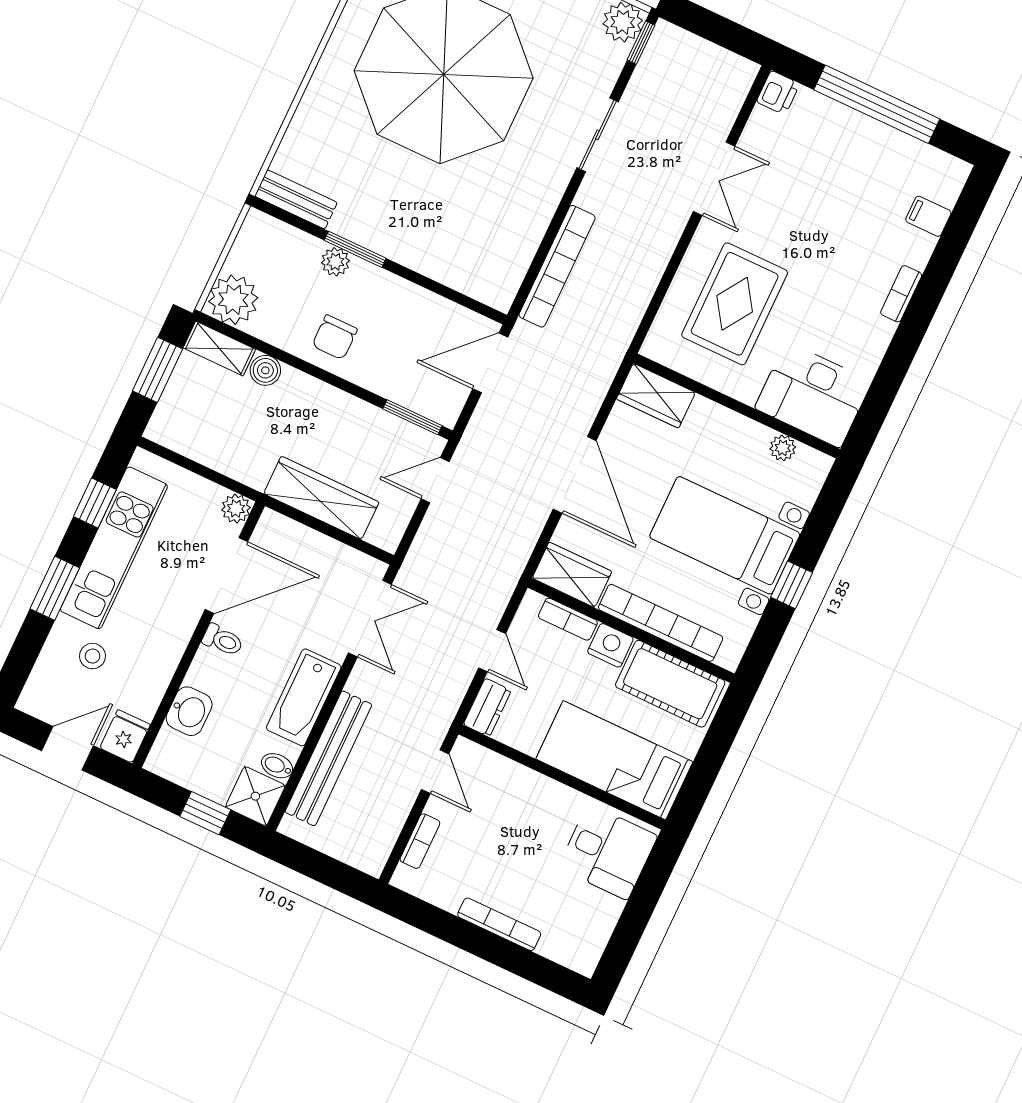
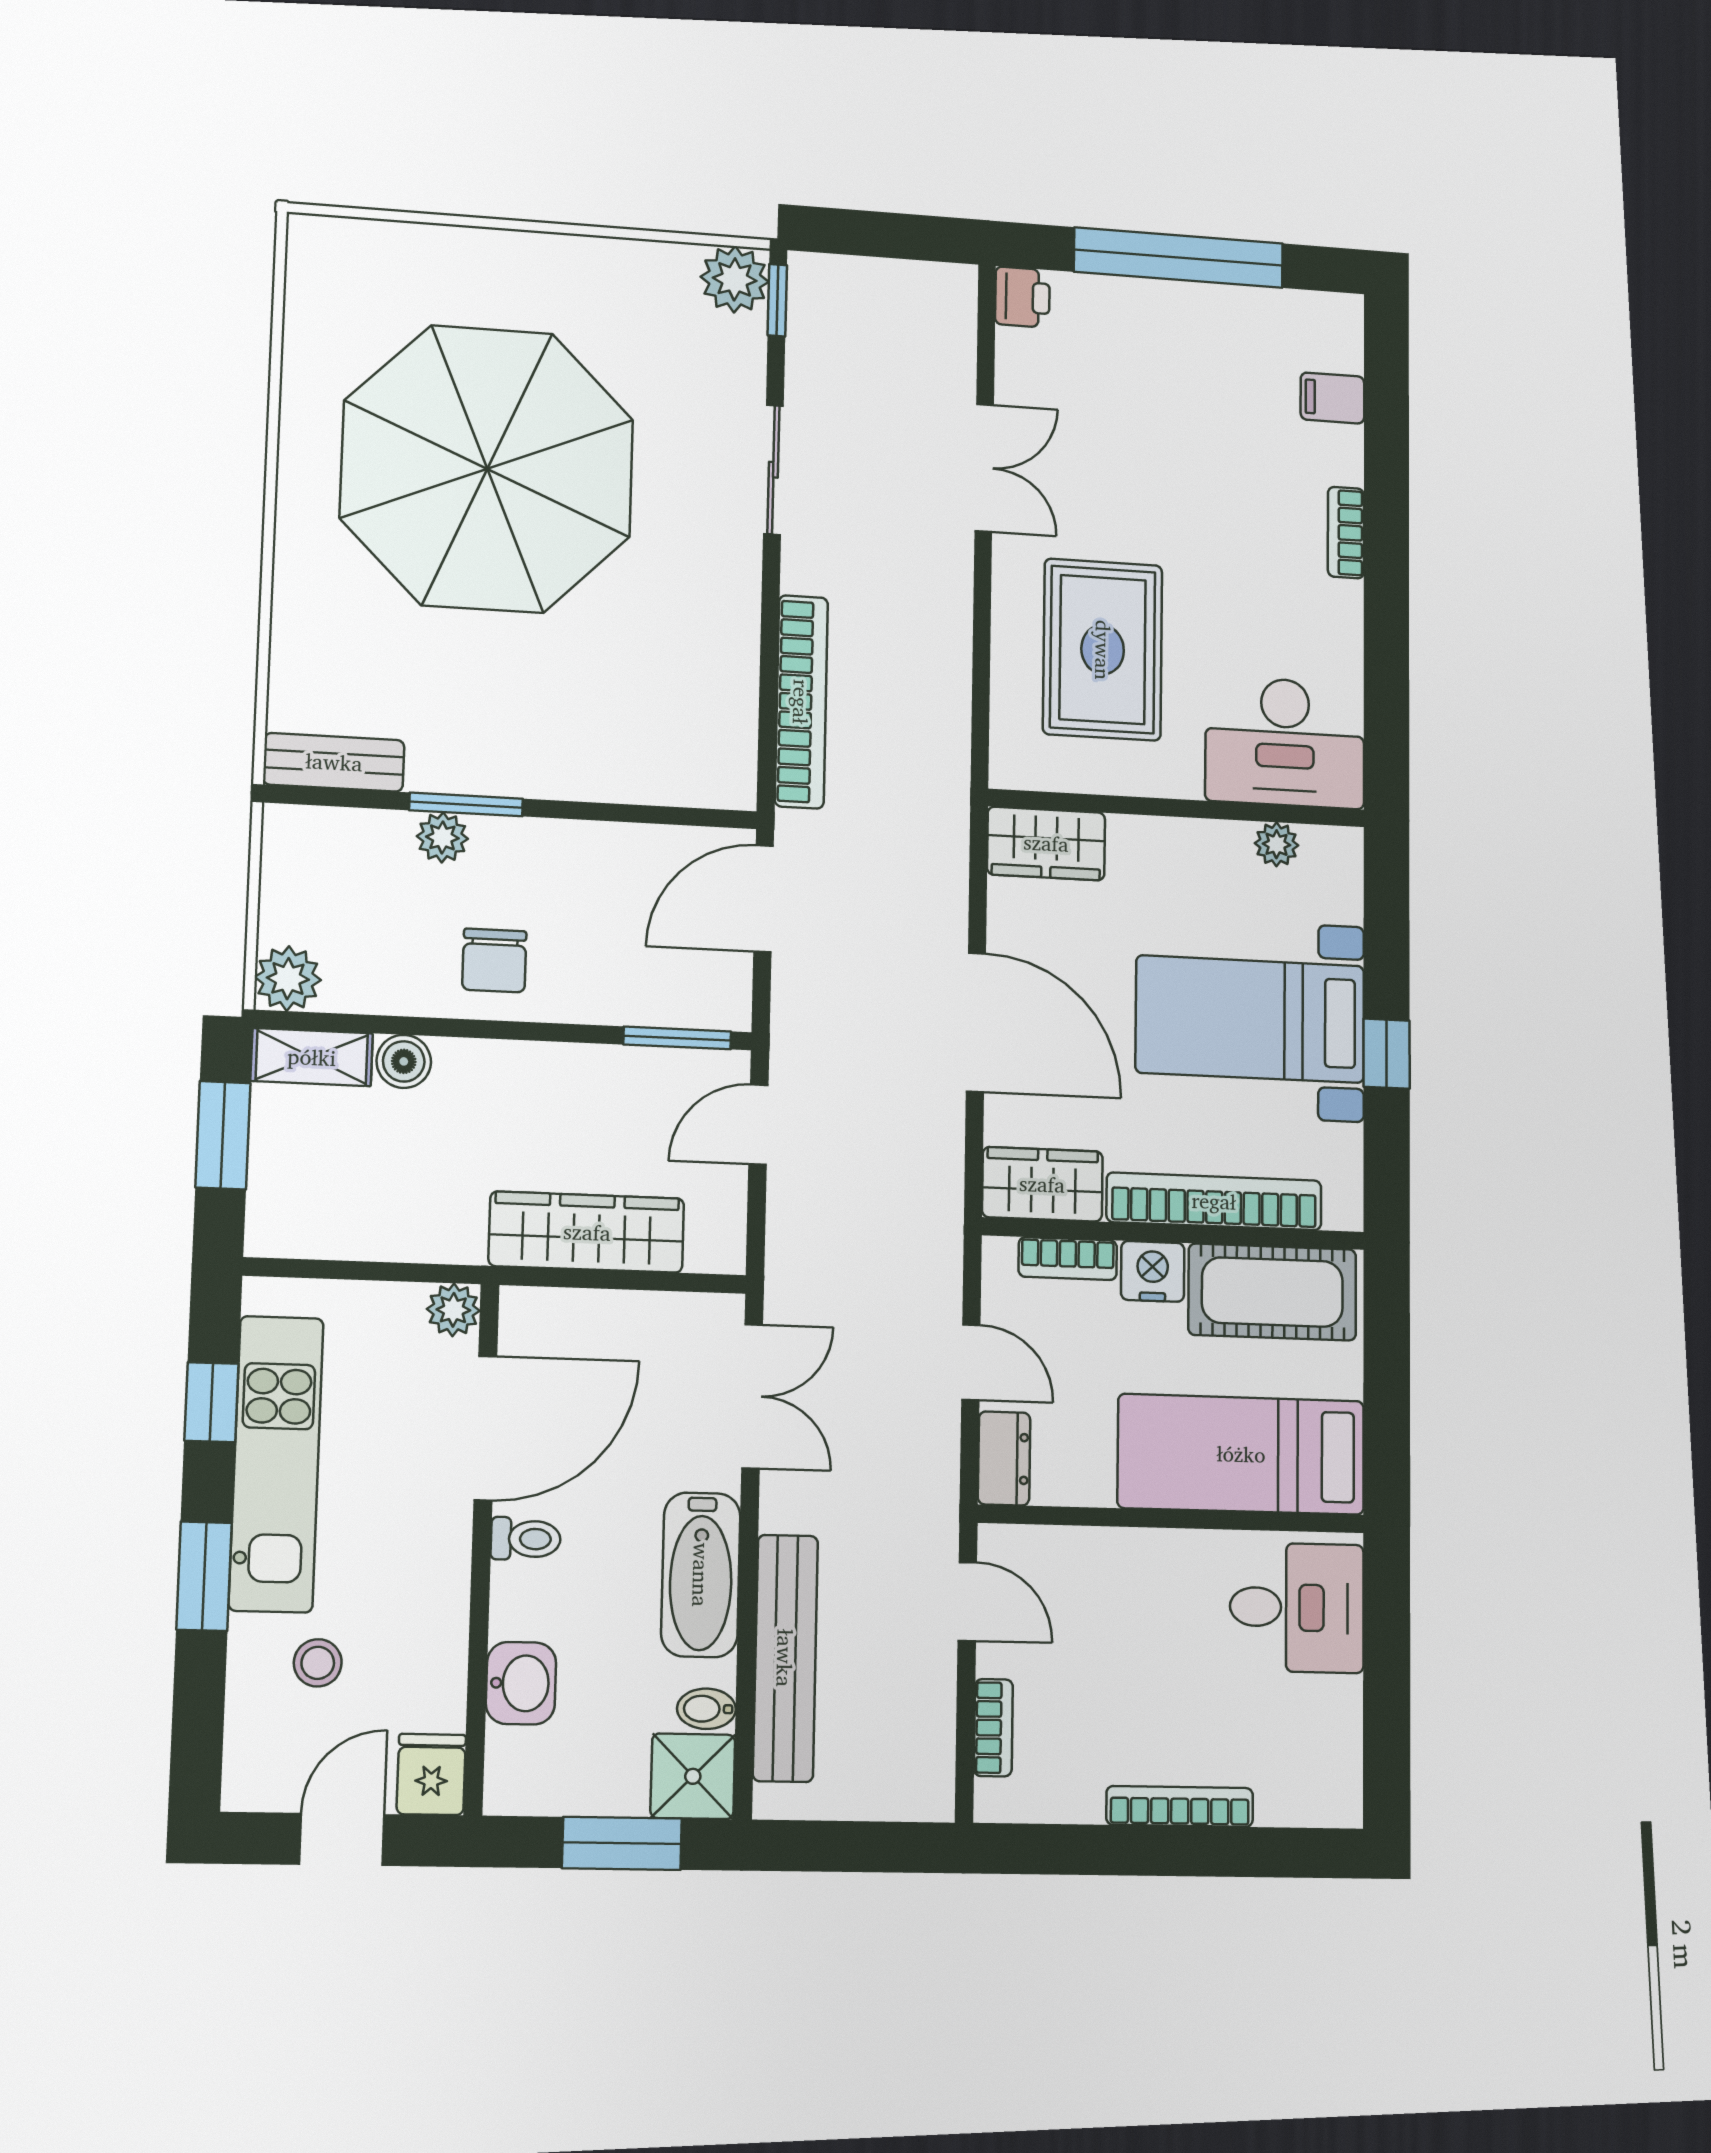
plant: (233, 300) -> (288, 979), width x0.73, depth x0.73
window: (205, 813) -> (622, 1843), width x1.50

